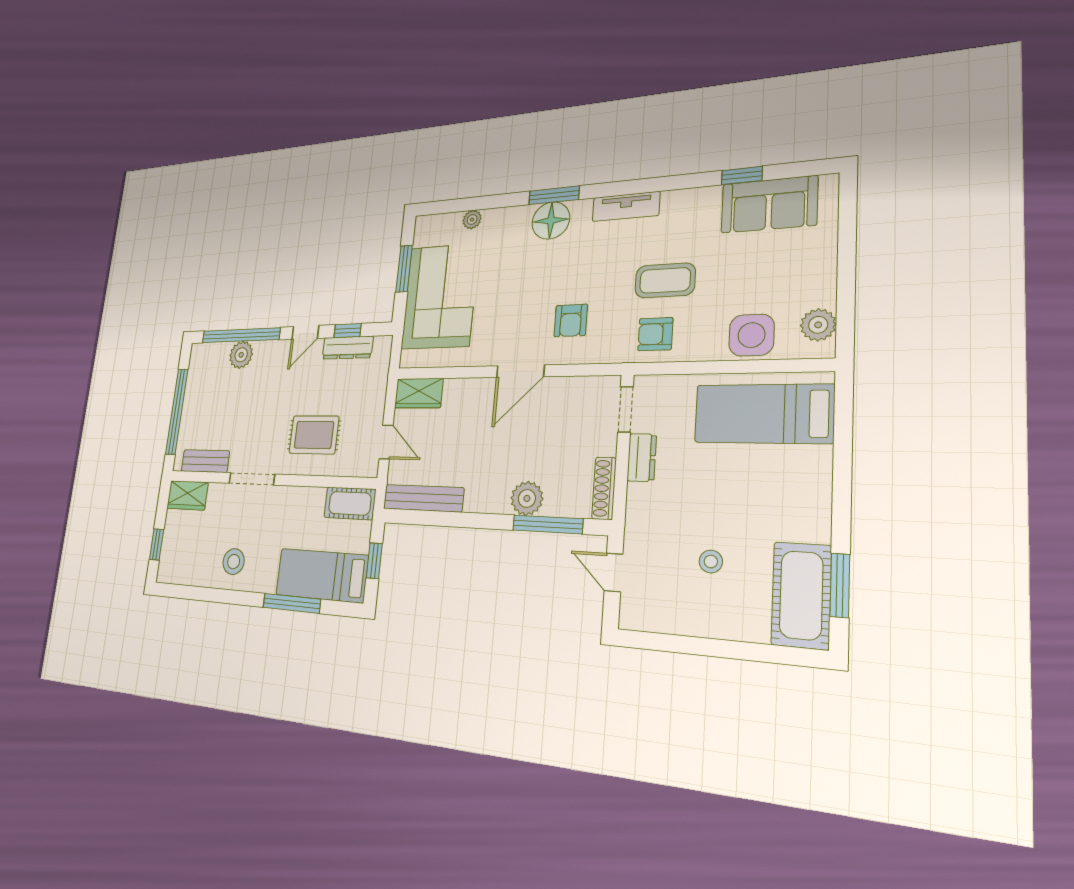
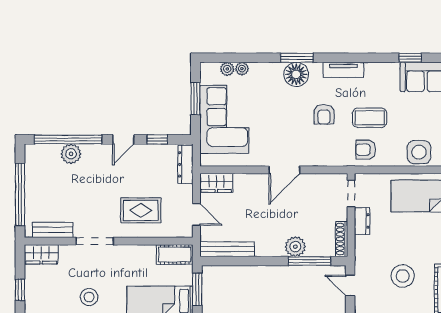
plant: (452, 222) -> (227, 69), added
armchair: (571, 320) -> (324, 114), moved
dresser: (348, 348) -> (185, 164), moved, turned 90
window: (374, 561) -> (197, 289), width x1.50
stool: (711, 562) -> (403, 276), width x1.89, depth x1.89

